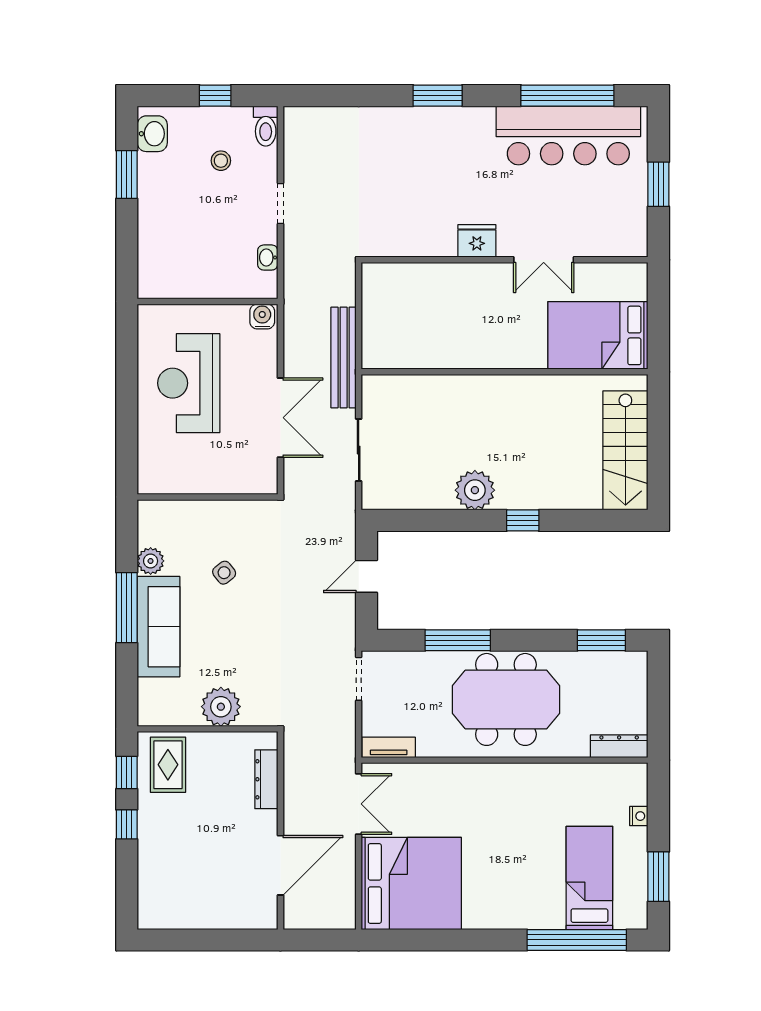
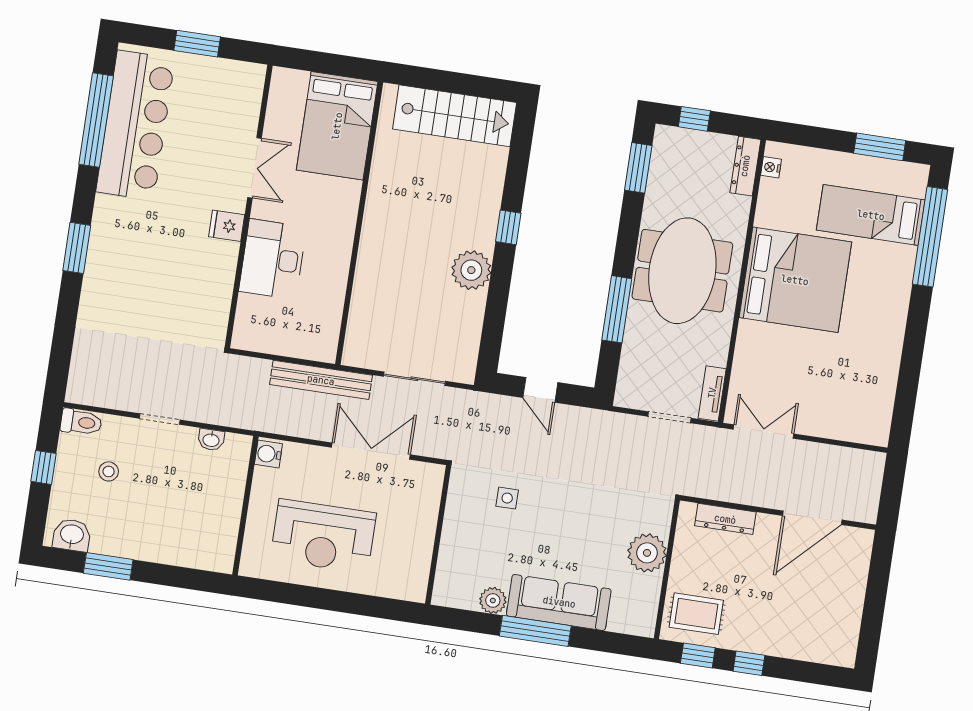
fridge: (477, 241) -> (227, 226), width x0.72
desk: (456, 291) -> (273, 259), added
side table: (224, 573) -> (507, 498), moved, turned 38
doorway: (359, 679) -> (669, 417), moved
window: (658, 689) -> (694, 119), added
nightstand: (639, 816) -> (771, 167), moved, turned -90
door: (280, 865) -> (812, 518), swing flipped
bed: (411, 883) -> (795, 280), moved, turned 90

